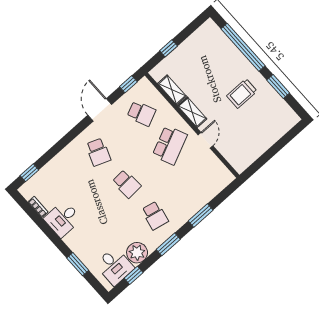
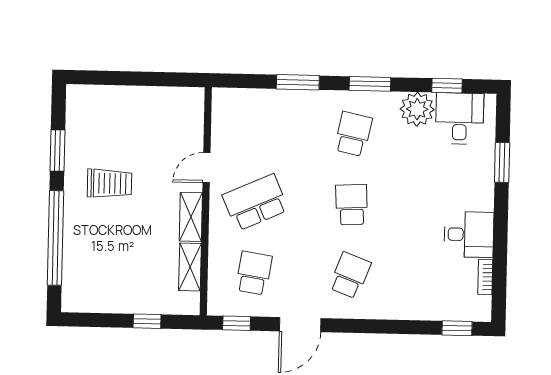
school desk: (141, 113) -> (254, 273), turned 33

